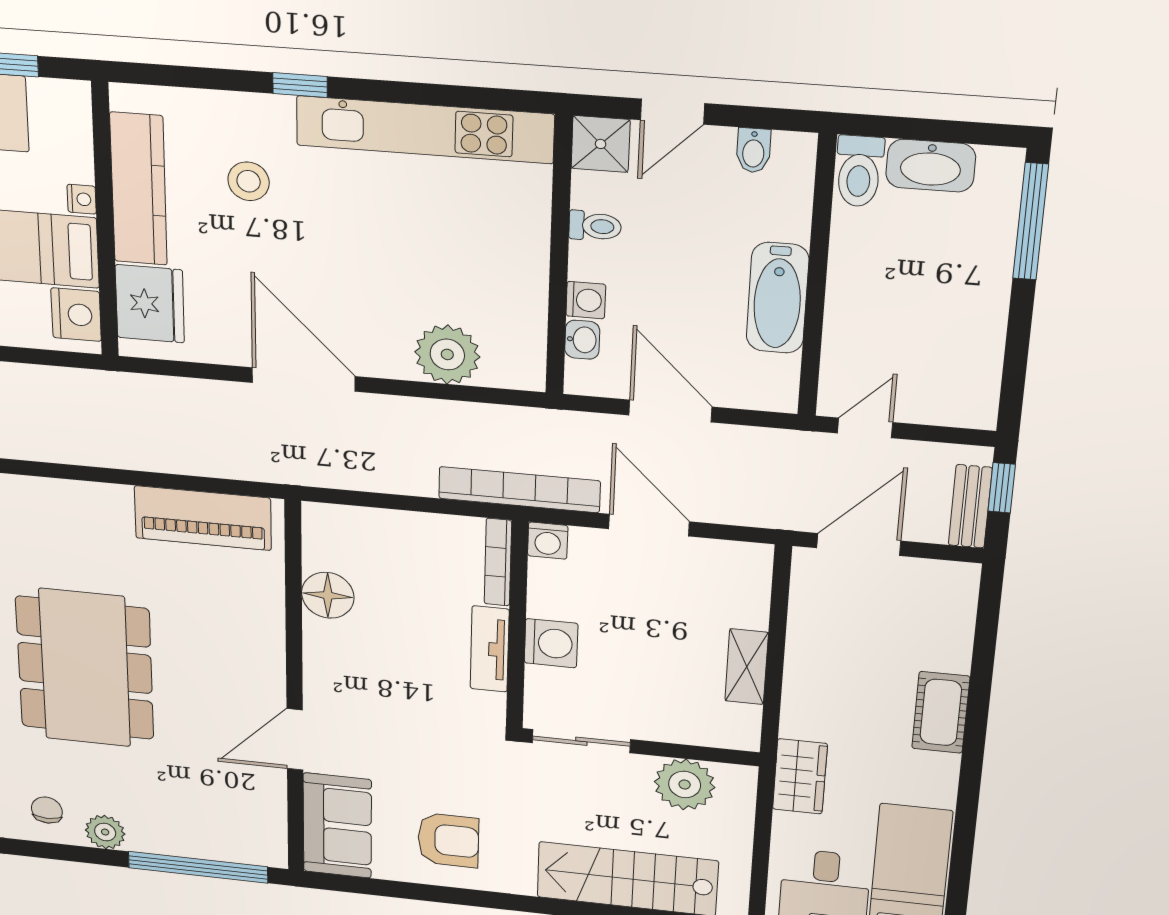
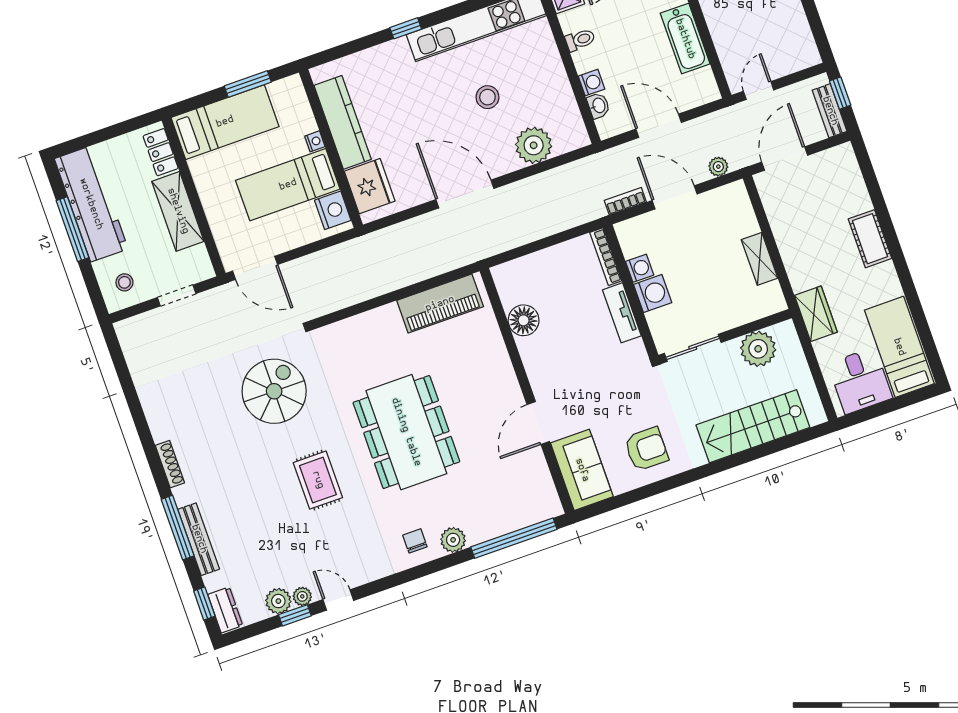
stool: (249, 181) -> (487, 97), moved
bookcase: (519, 490) -> (625, 201), width x0.43, depth x0.76
plant: (742, 511) -> (718, 167), added
washing machine: (548, 541) -> (640, 268), moved, turned -90

